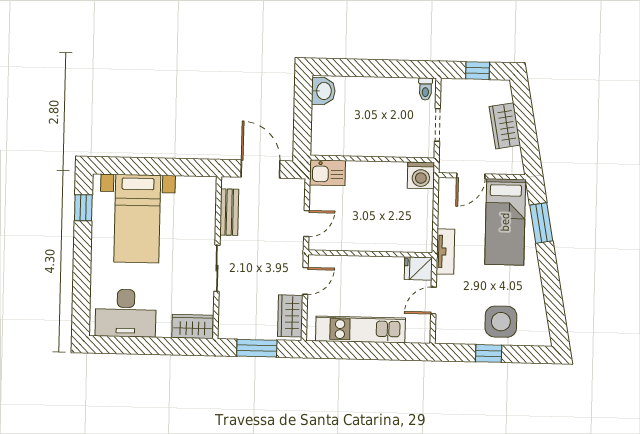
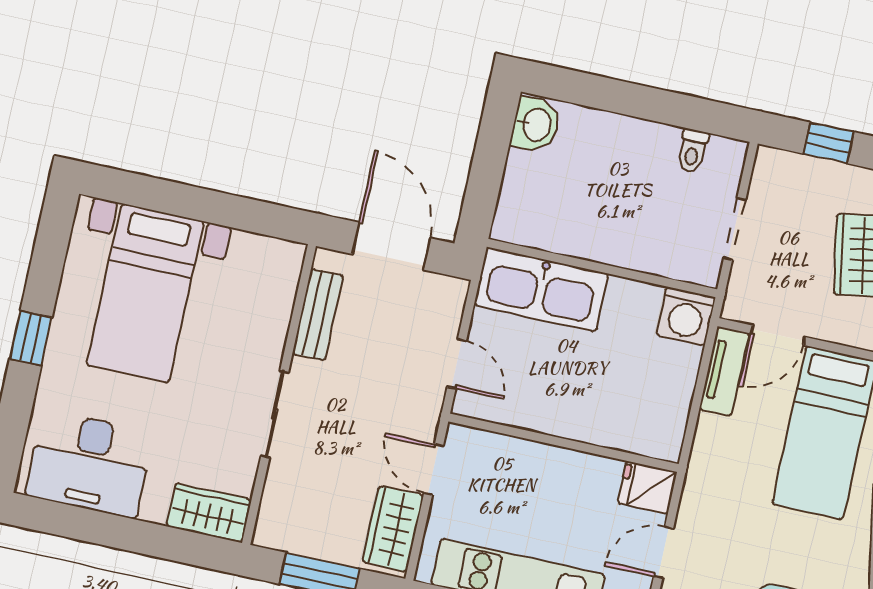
toilet: (425, 89) -> (692, 151), moved
kitchen sink: (327, 173) -> (541, 289), width x1.88, depth x1.24
window: (83, 208) -> (31, 338), moved
door: (307, 224) -> (457, 364), hinge flipped
tv unit: (445, 252) -> (724, 371), moved
door: (305, 281) -> (433, 470), swing flipped

